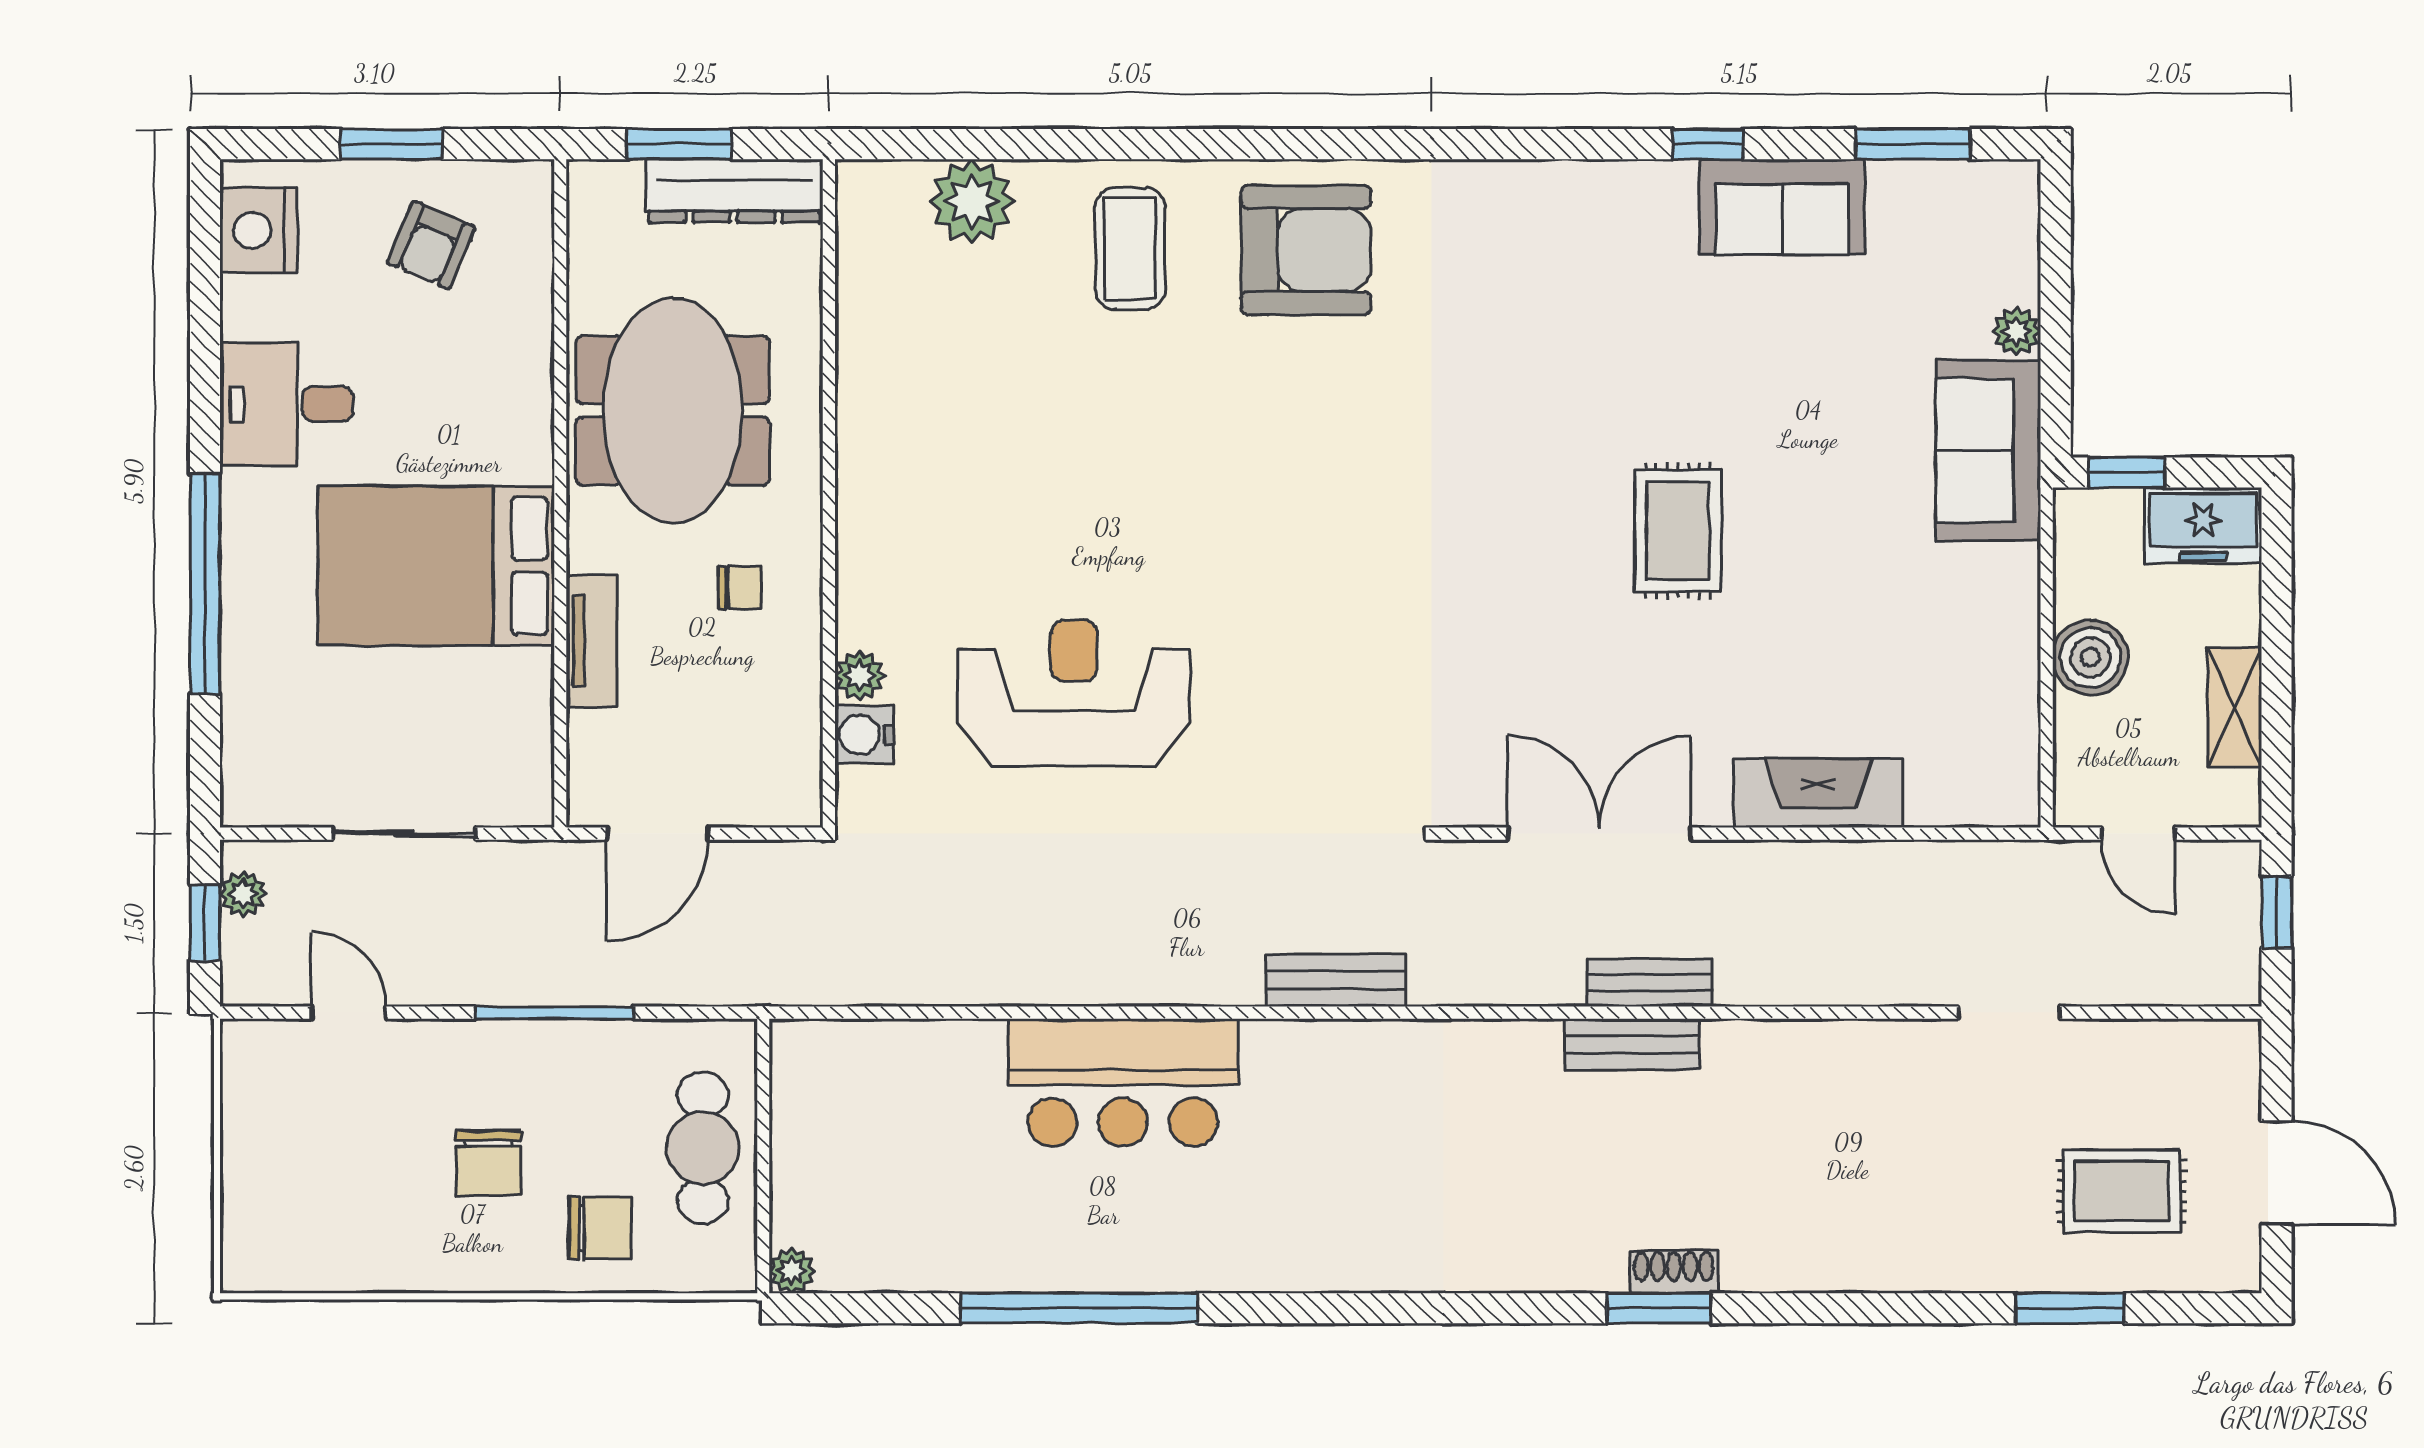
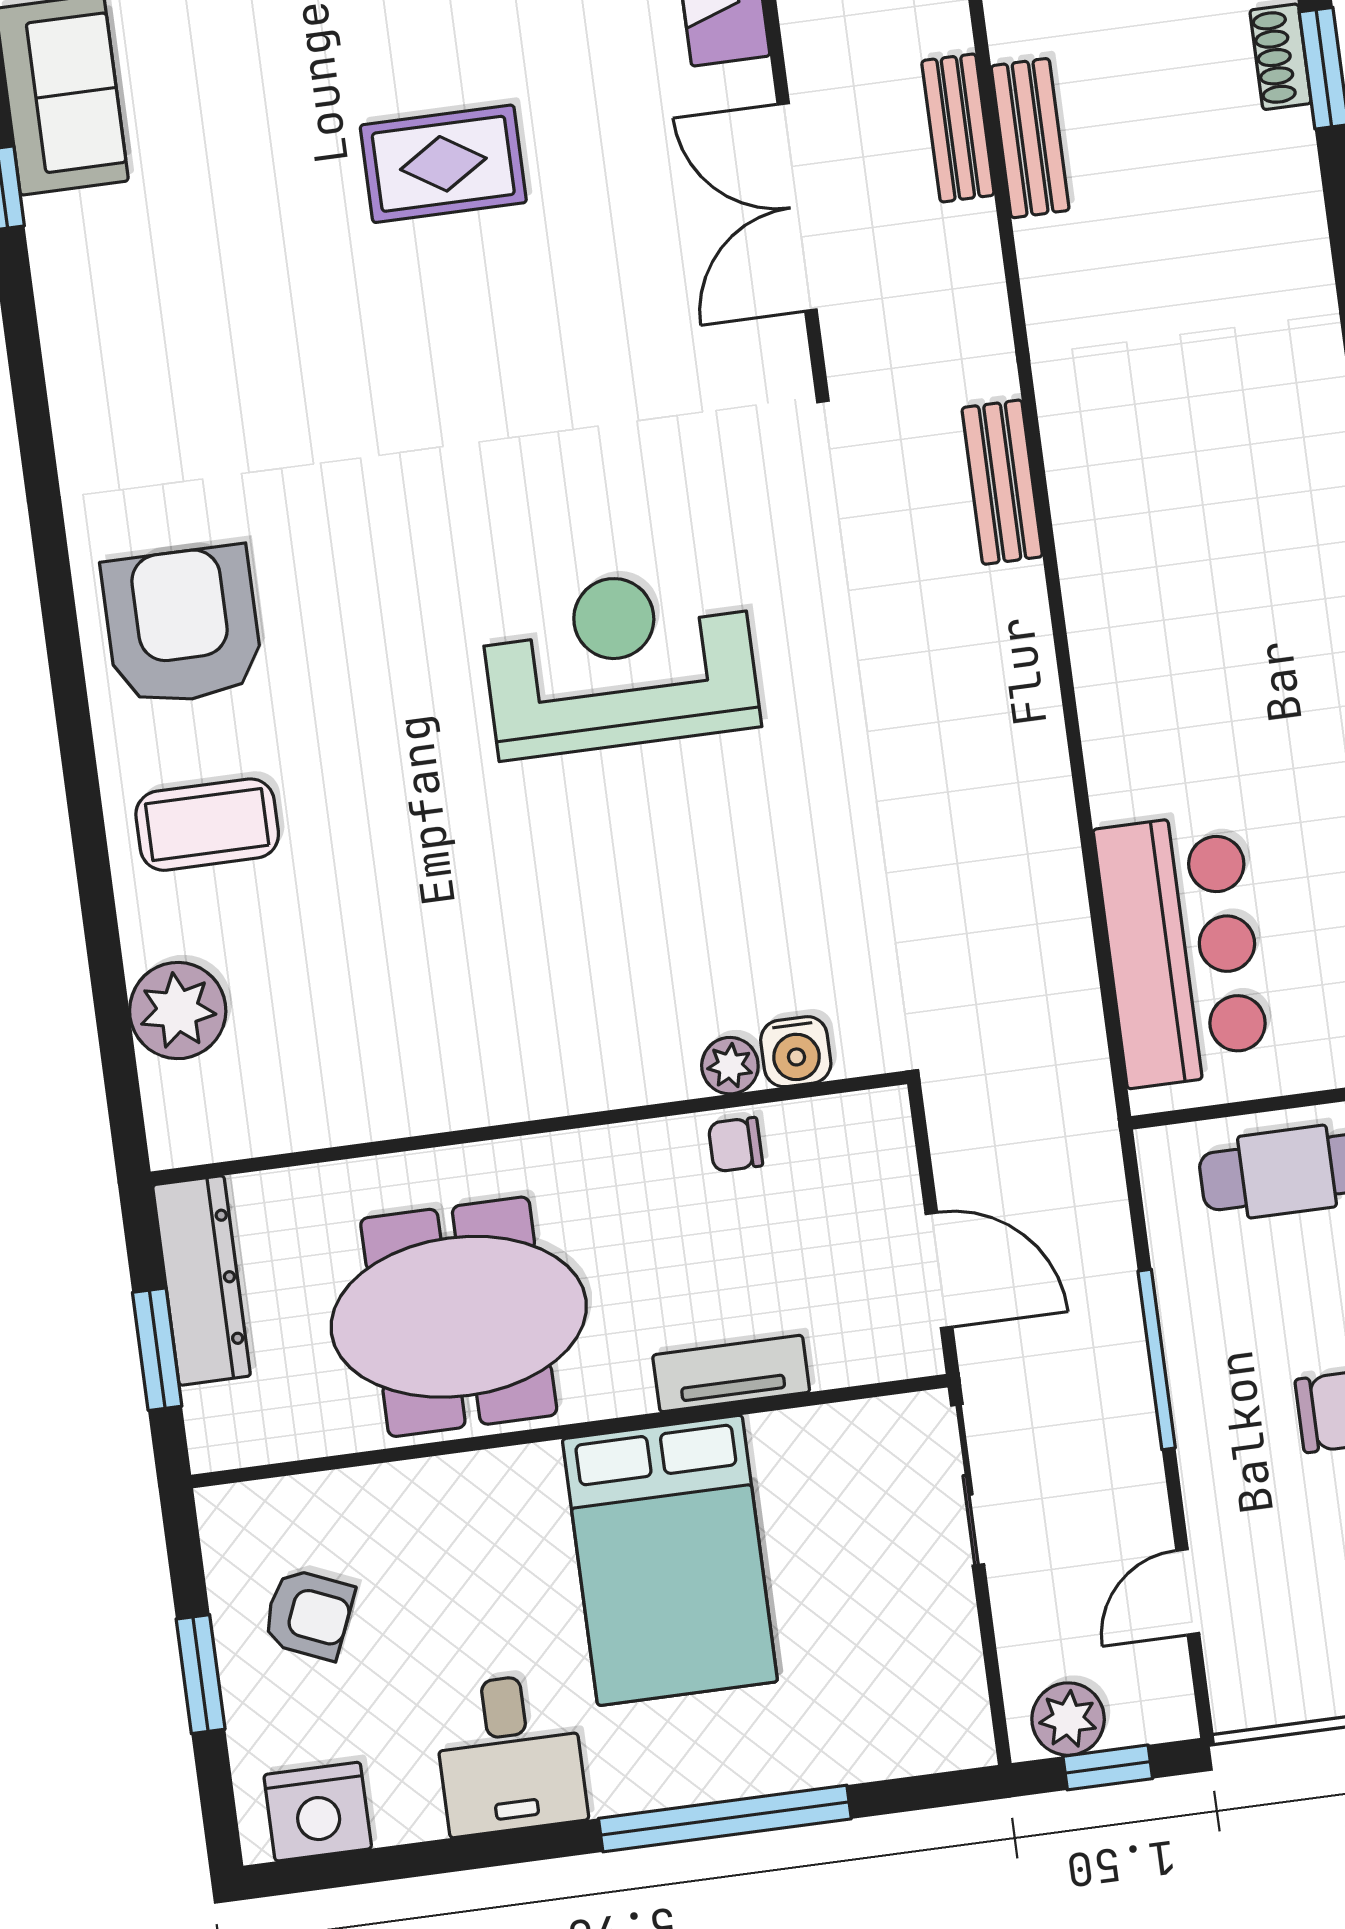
chair: (740, 587) -> (735, 1145), moved, turned -90
reception desk: (1074, 693) -> (620, 662), moved, turned 90
sliding door: (404, 834) -> (968, 1485), moved
plant: (243, 894) -> (1068, 1719), width x1.38, depth x1.38
bar counter: (1123, 1083) -> (1182, 950), moved

